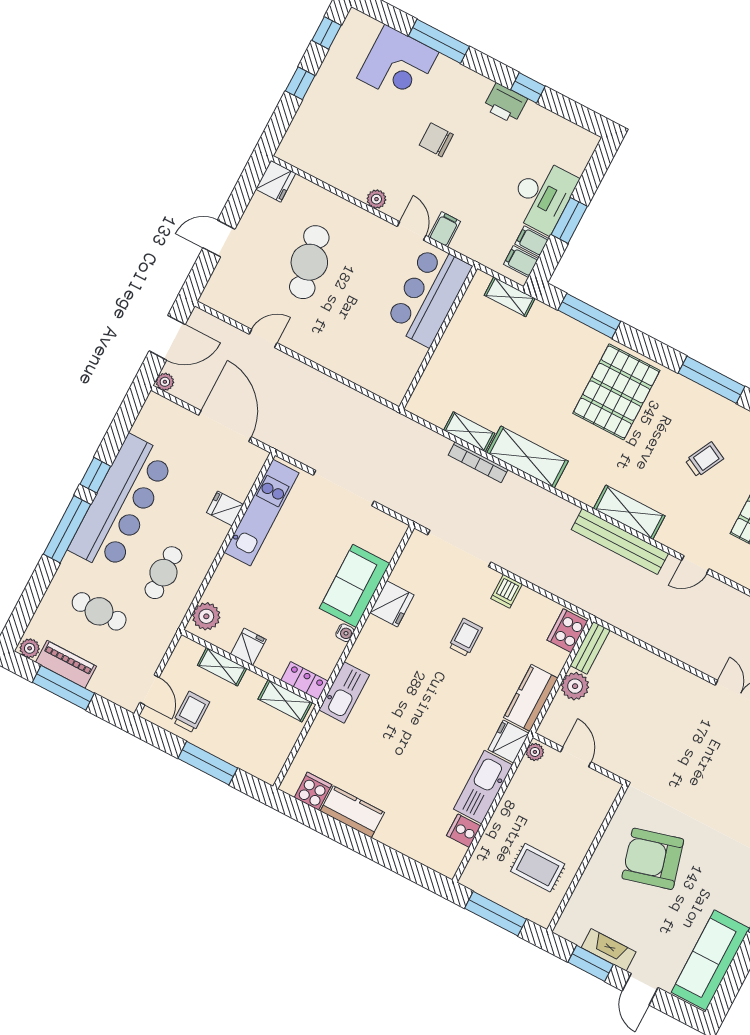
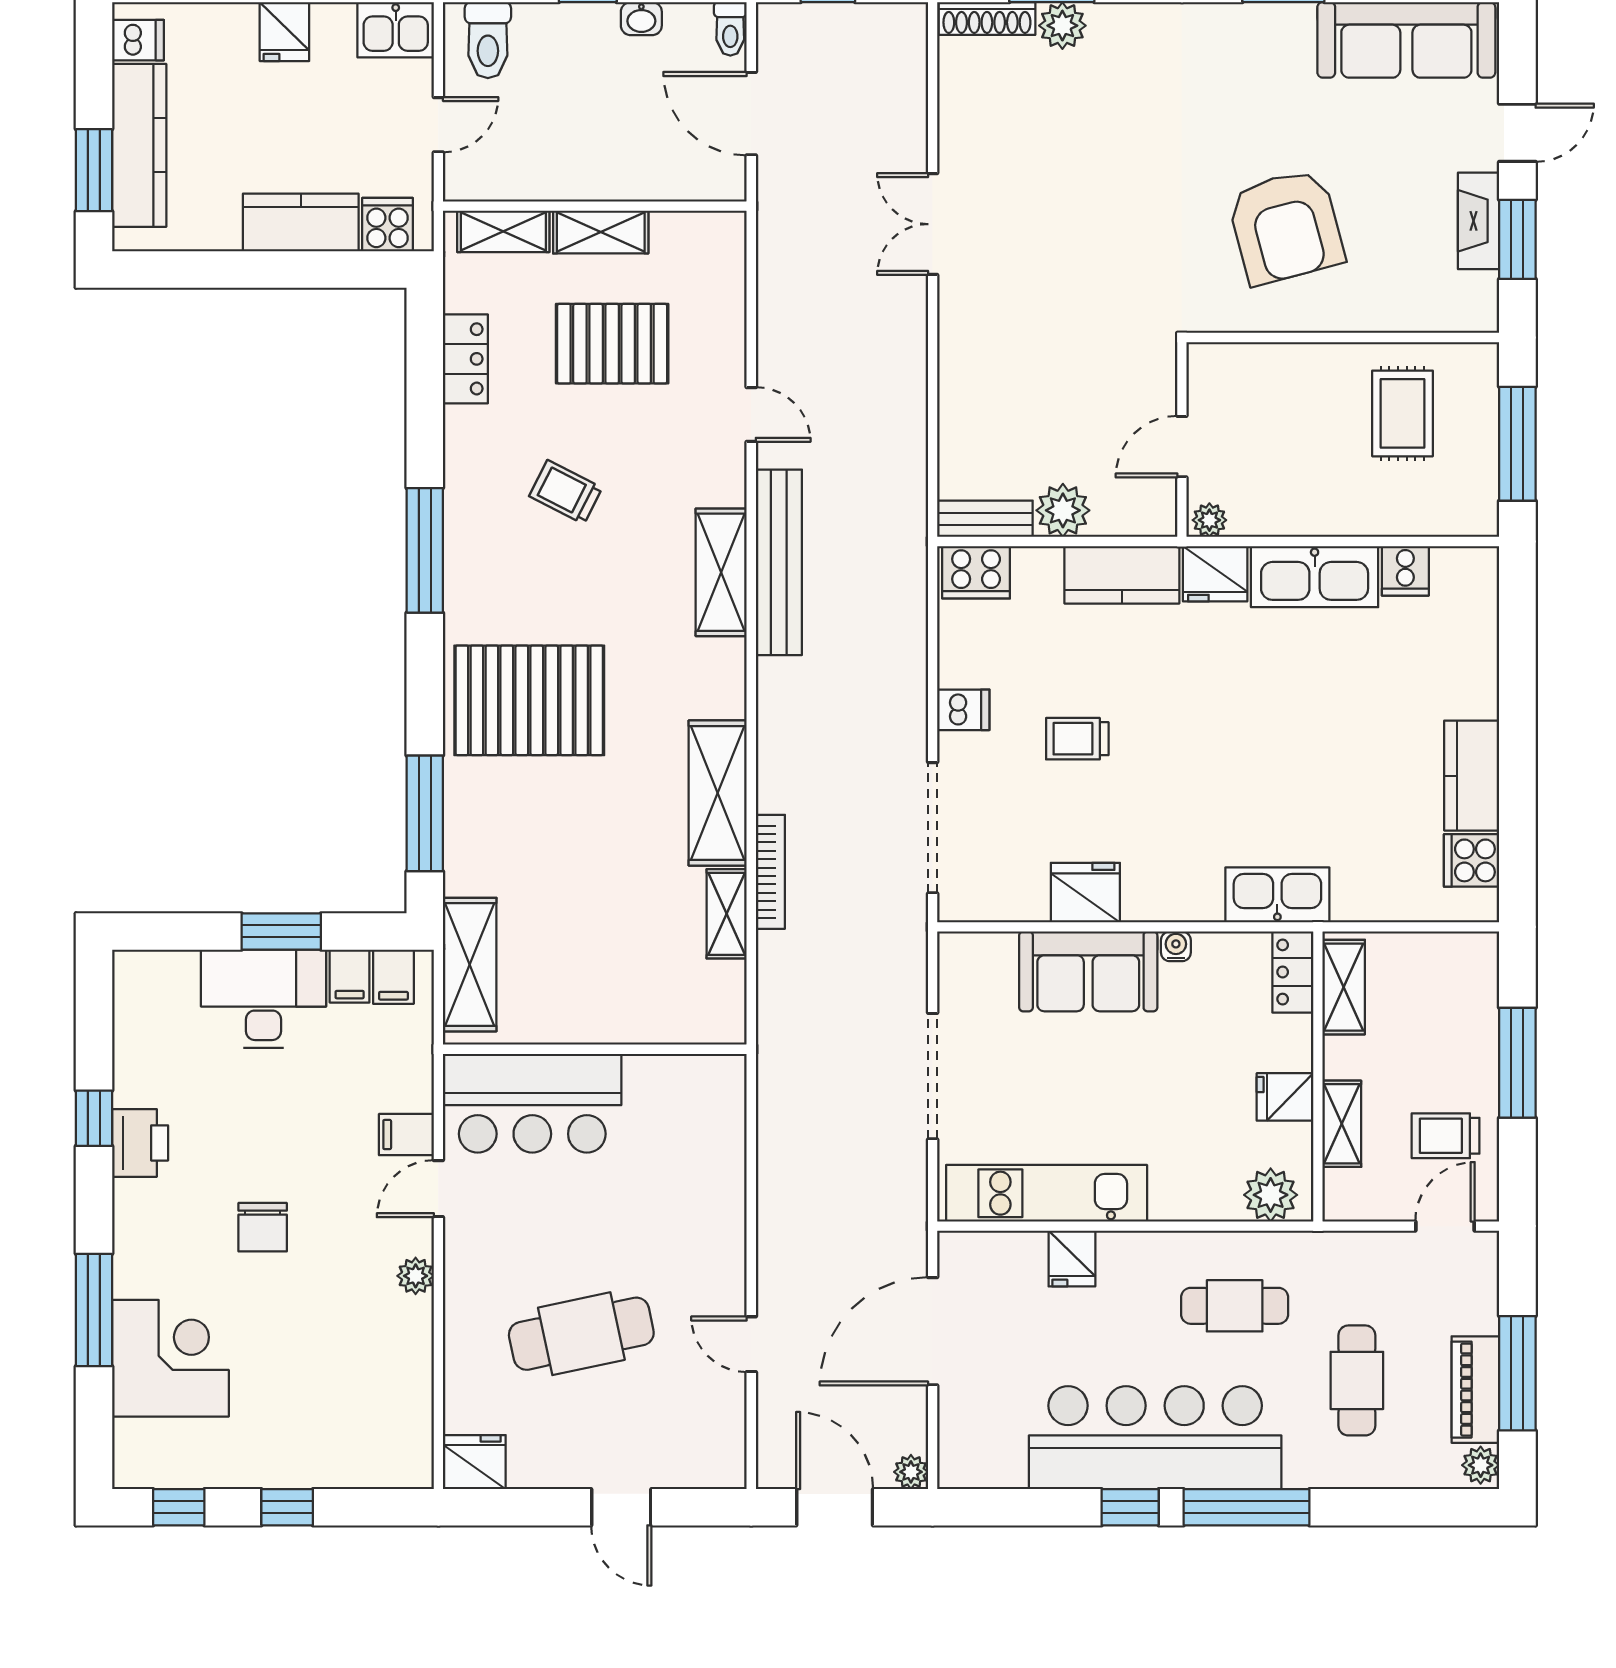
shelving: (510, 297) -> (470, 965), width x1.50, depth x1.33

